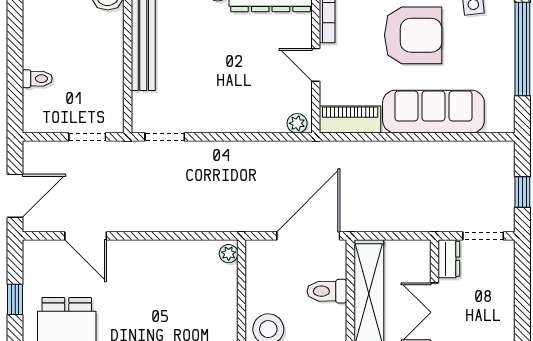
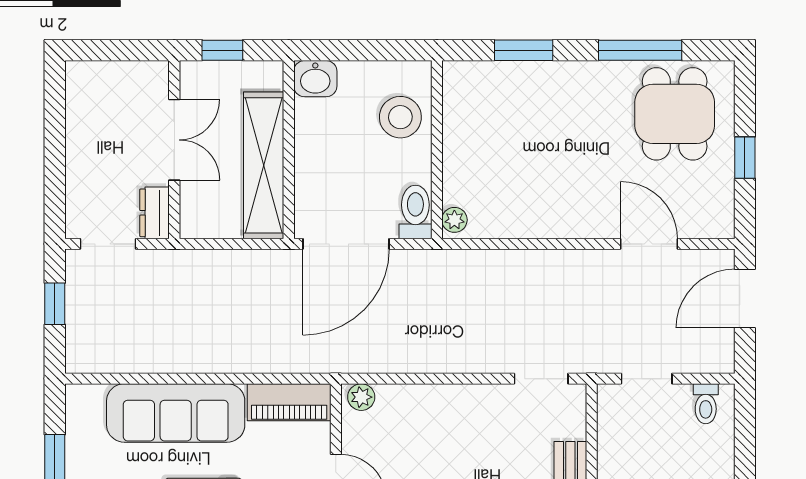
toilet: (37, 79) -> (706, 404), moved, turned -90
toilet: (327, 291) -> (415, 212), moved, turned -90

